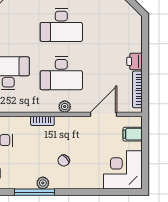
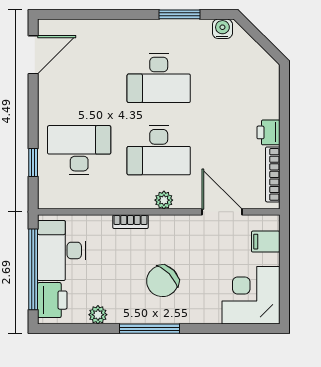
door: (103, 114) -> (222, 212), hinge flipped
chair: (64, 160) -> (162, 281), width x1.87, depth x1.87
plant: (43, 183) -> (98, 315), moved
window: (35, 192) -> (149, 329), moved

